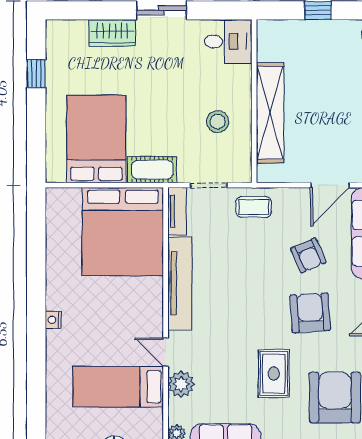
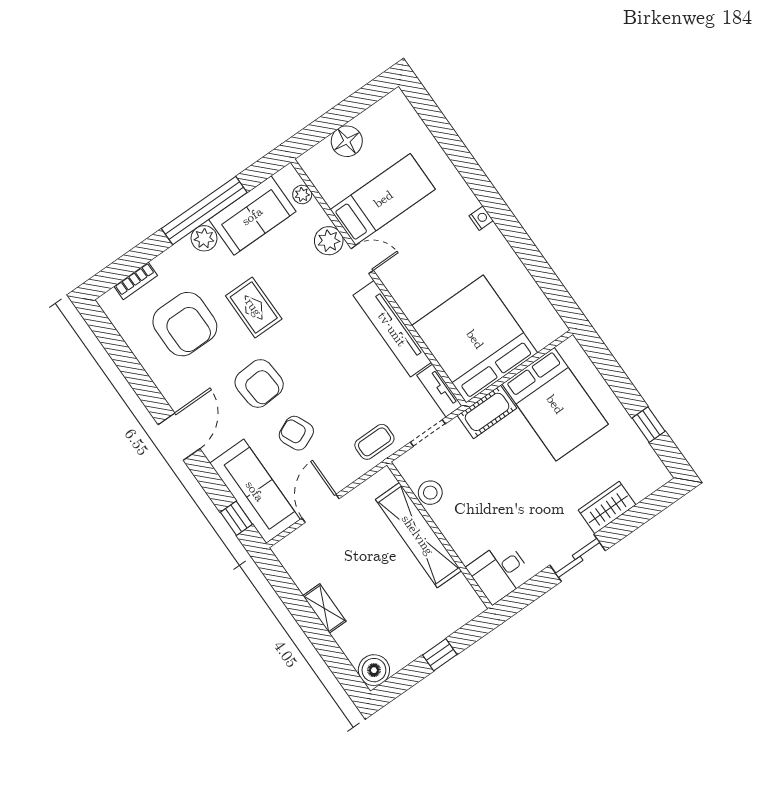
stool: (218, 122) -> (430, 493), moved

